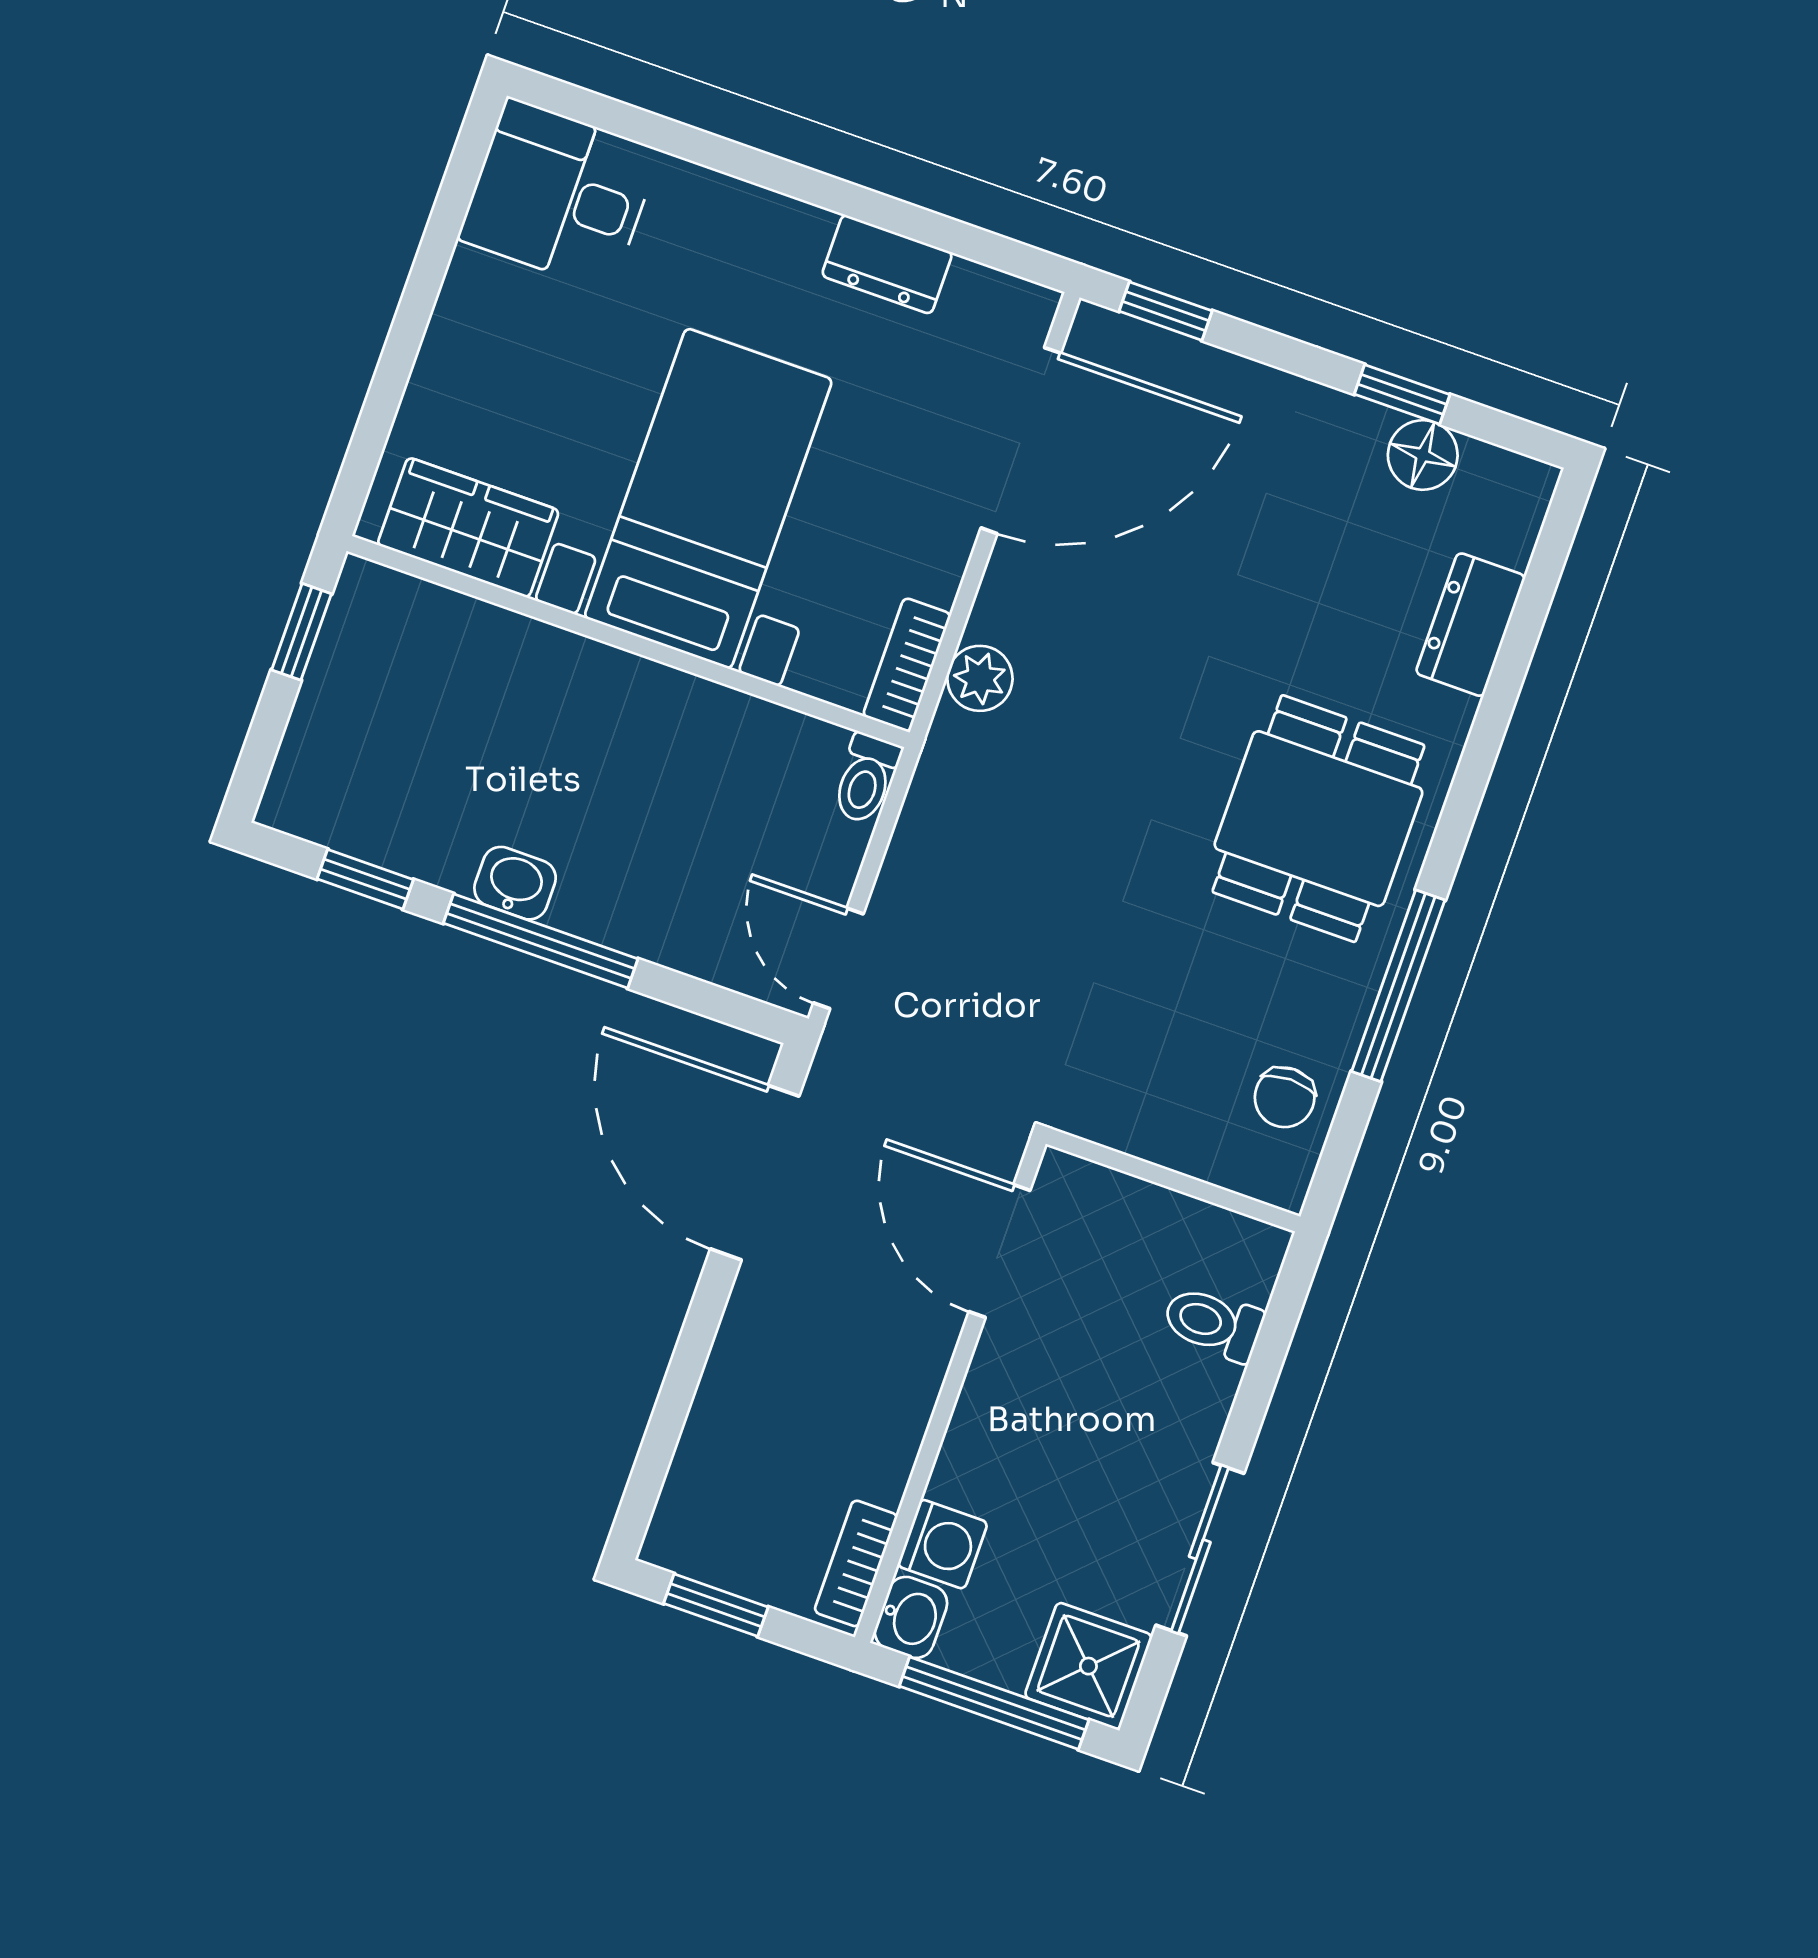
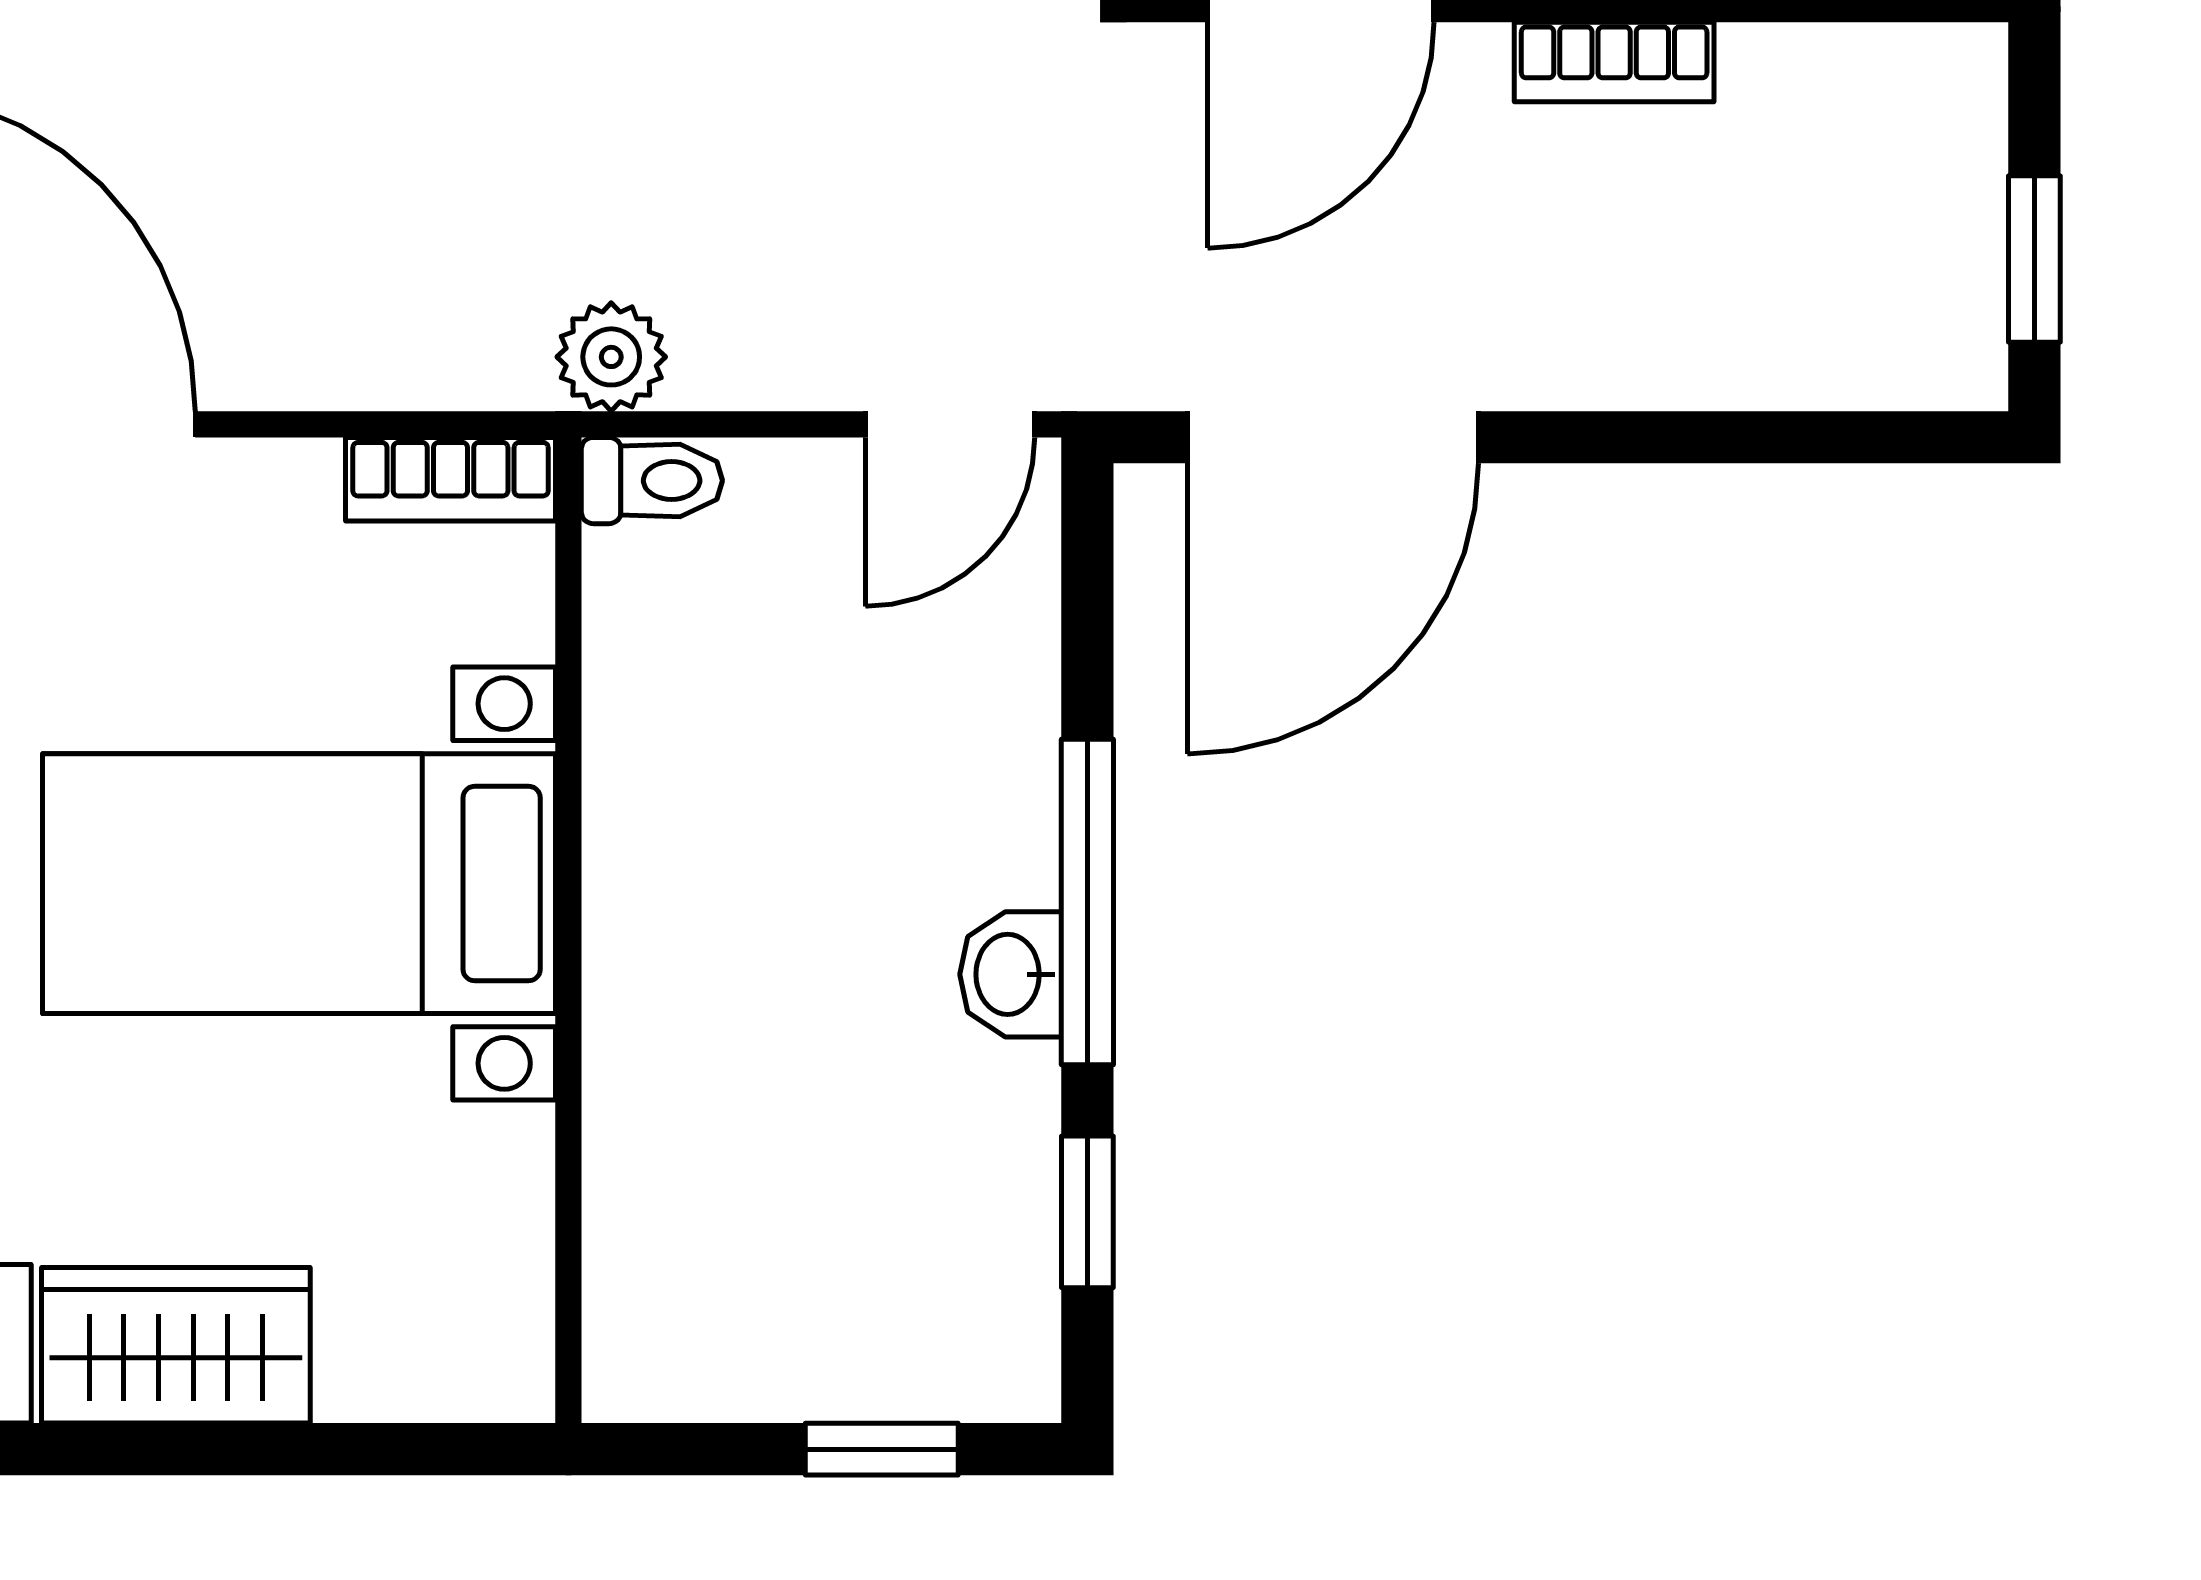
wardrobe: (468, 528) -> (176, 1345), moved, turned 90
window: (302, 632) -> (882, 1449), moved
plant: (980, 678) -> (611, 357), moved
bookcase: (856, 1563) -> (1614, 62), moved

